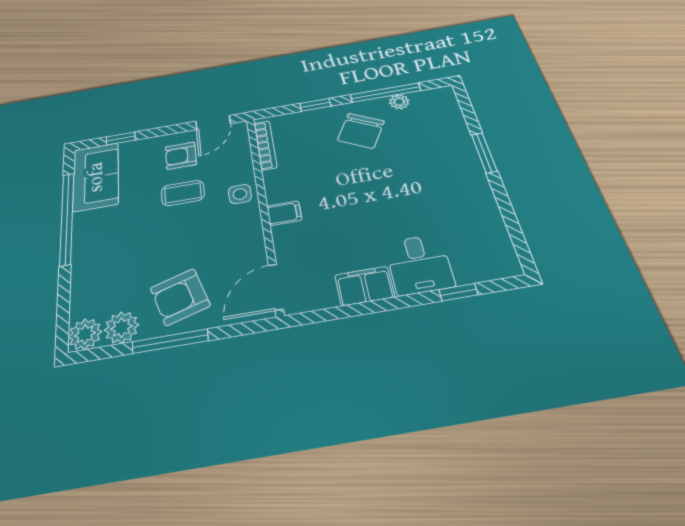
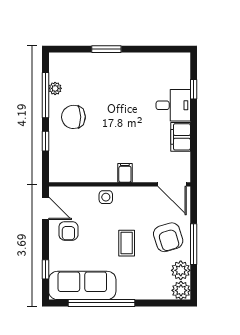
chair: (361, 131) -> (73, 117), turned 150
bookcase: (265, 145) -> (72, 177), removed
sofa: (96, 177) -> (82, 285), width x1.36
coffee table: (183, 193) -> (127, 243), moved

